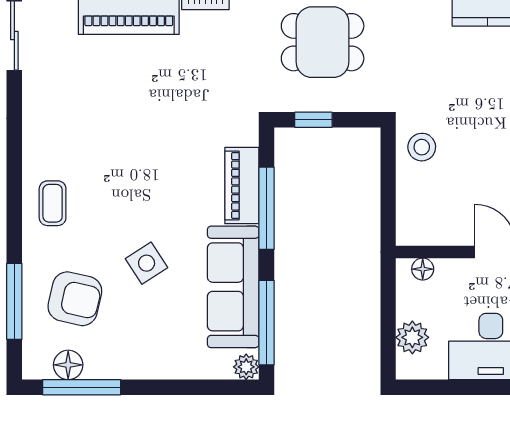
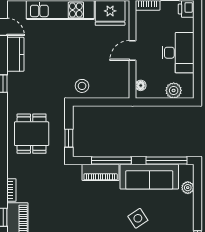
plant: (246, 367) -> (188, 188), moved

